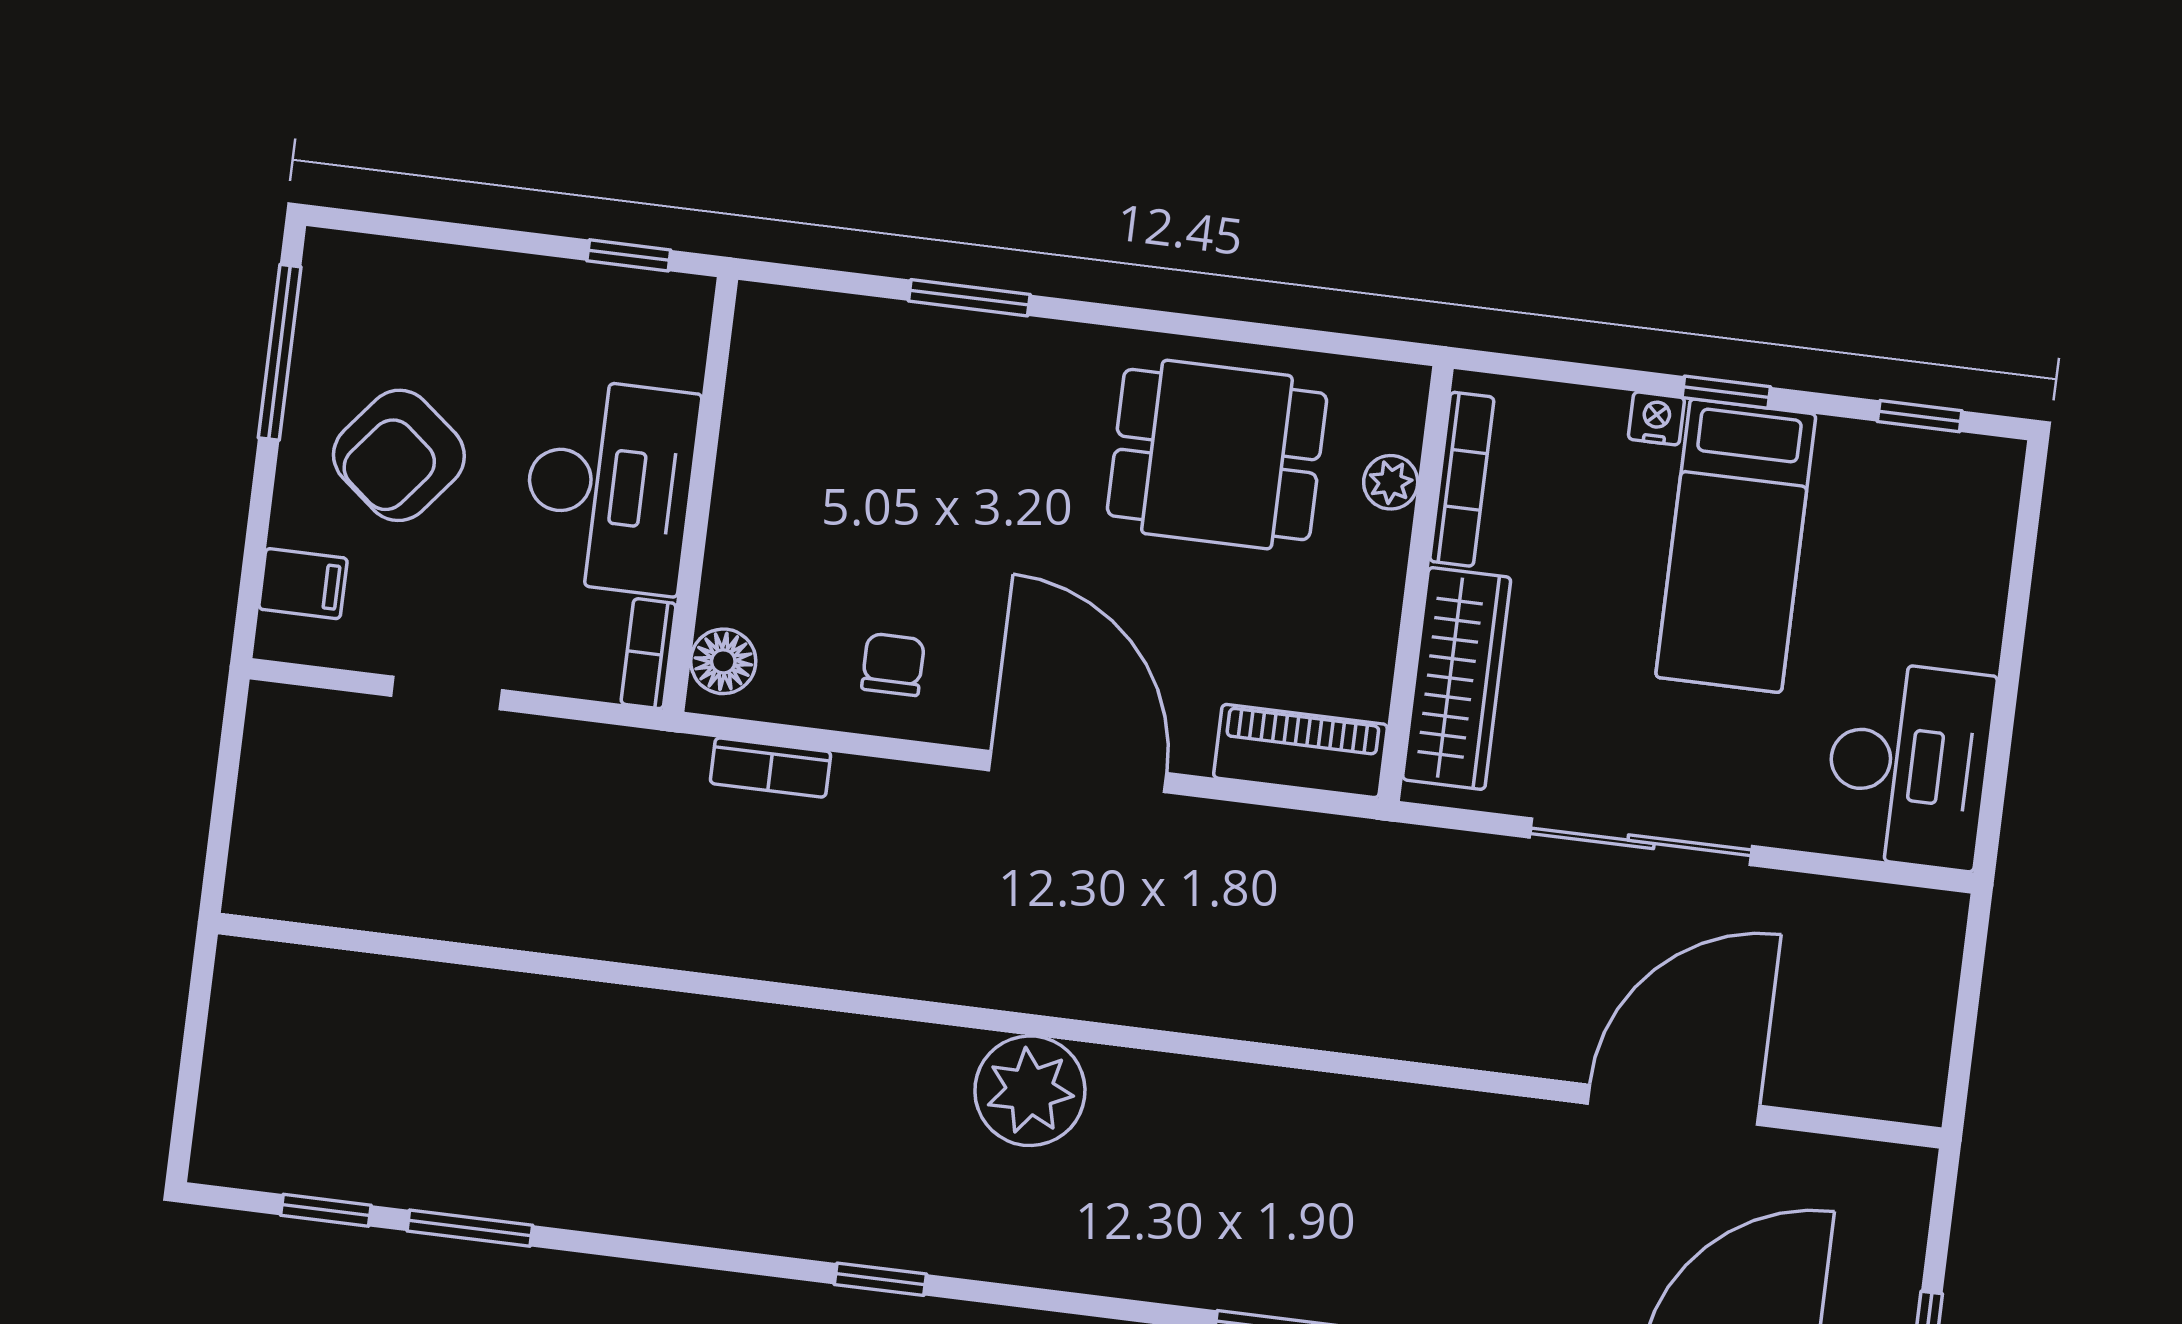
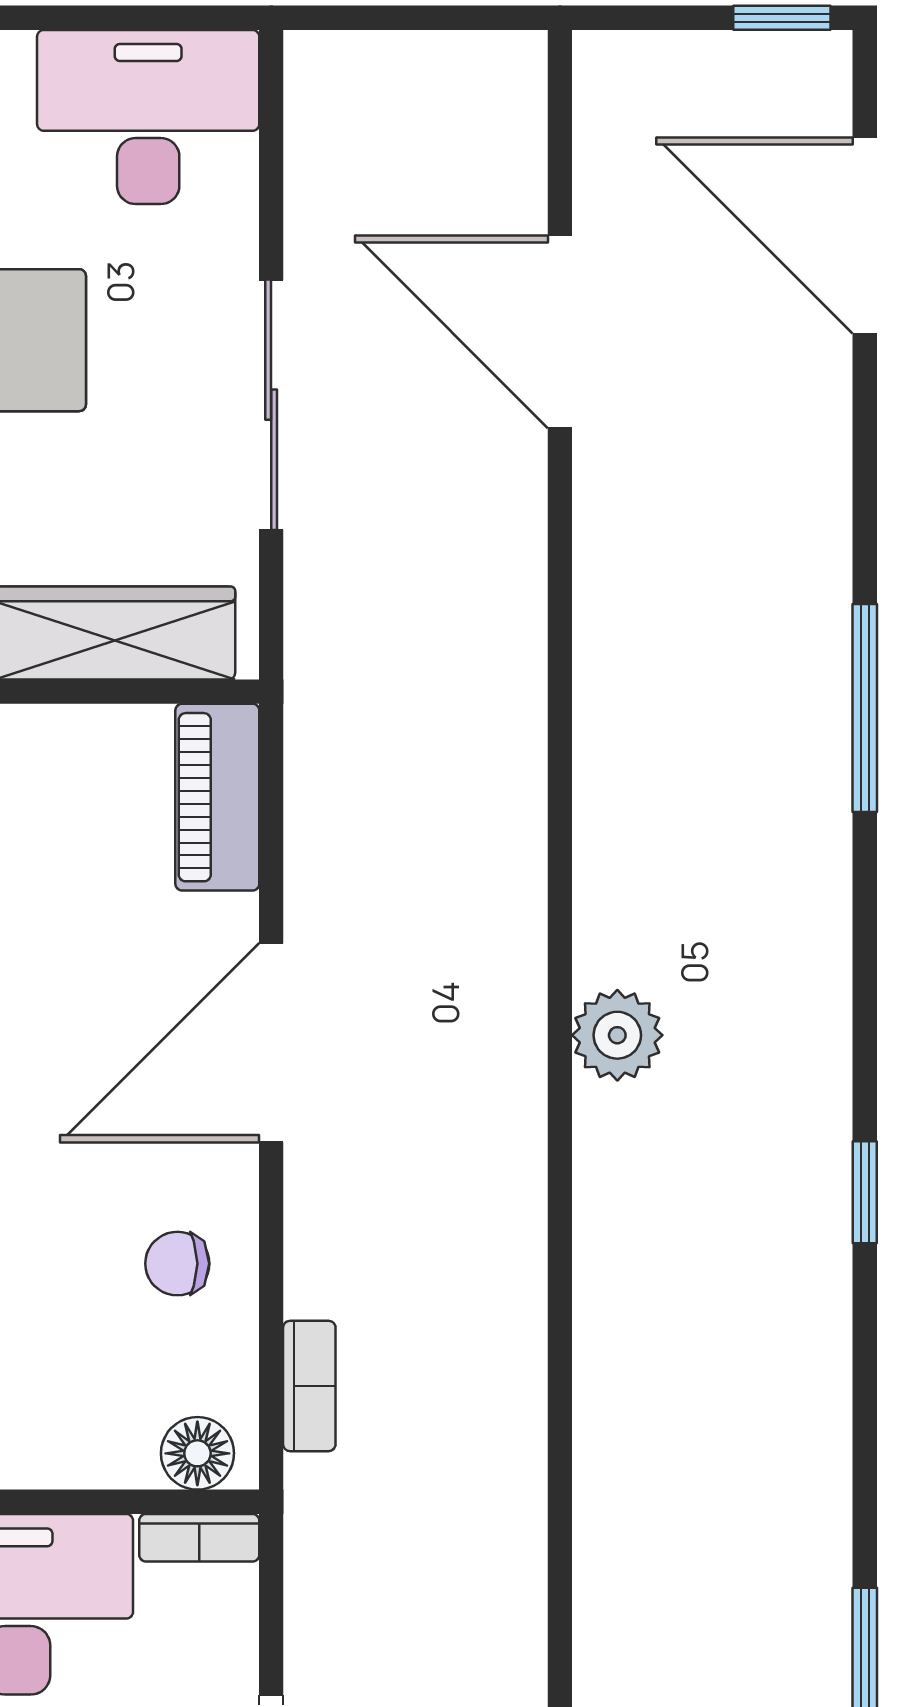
plant: (1030, 1091) -> (617, 1035), width x0.73, depth x0.73

